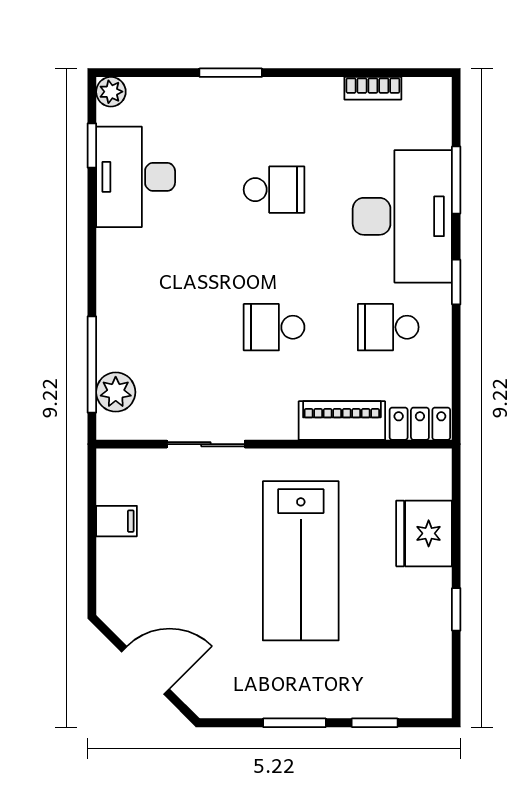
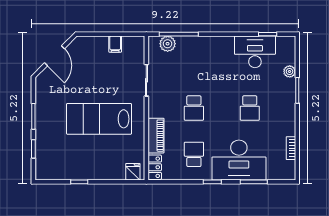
plant: (111, 92) -> (290, 71), moved
school desk: (274, 327) -> (194, 108), turned 180
fridge: (424, 533) -> (133, 172), moved, width x0.53, depth x0.75

